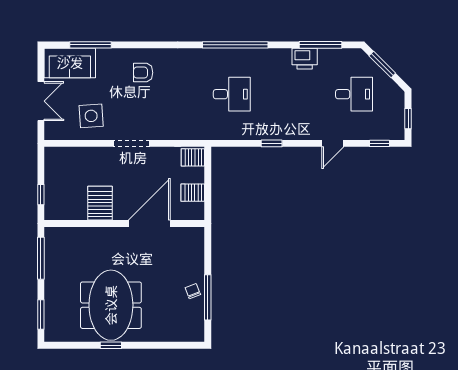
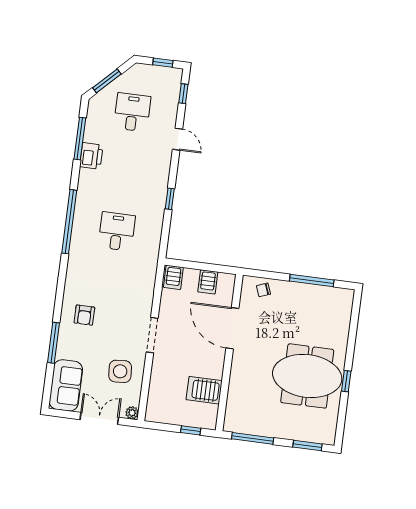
window: (90, 45) -> (53, 343), moved
plant: (51, 133) -> (132, 413), added
server rack: (100, 203) -> (204, 390), moved
chair: (193, 291) -> (263, 290), moved

